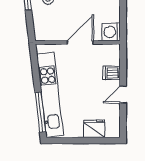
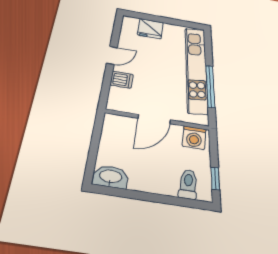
washing machine: (111, 32) -> (194, 138), moved, turned 90
window: (40, 112) -> (210, 86), moved

